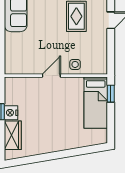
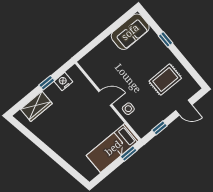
window: (111, 53) -> (159, 128), added
nightstand: (11, 113) -> (63, 82), moved

